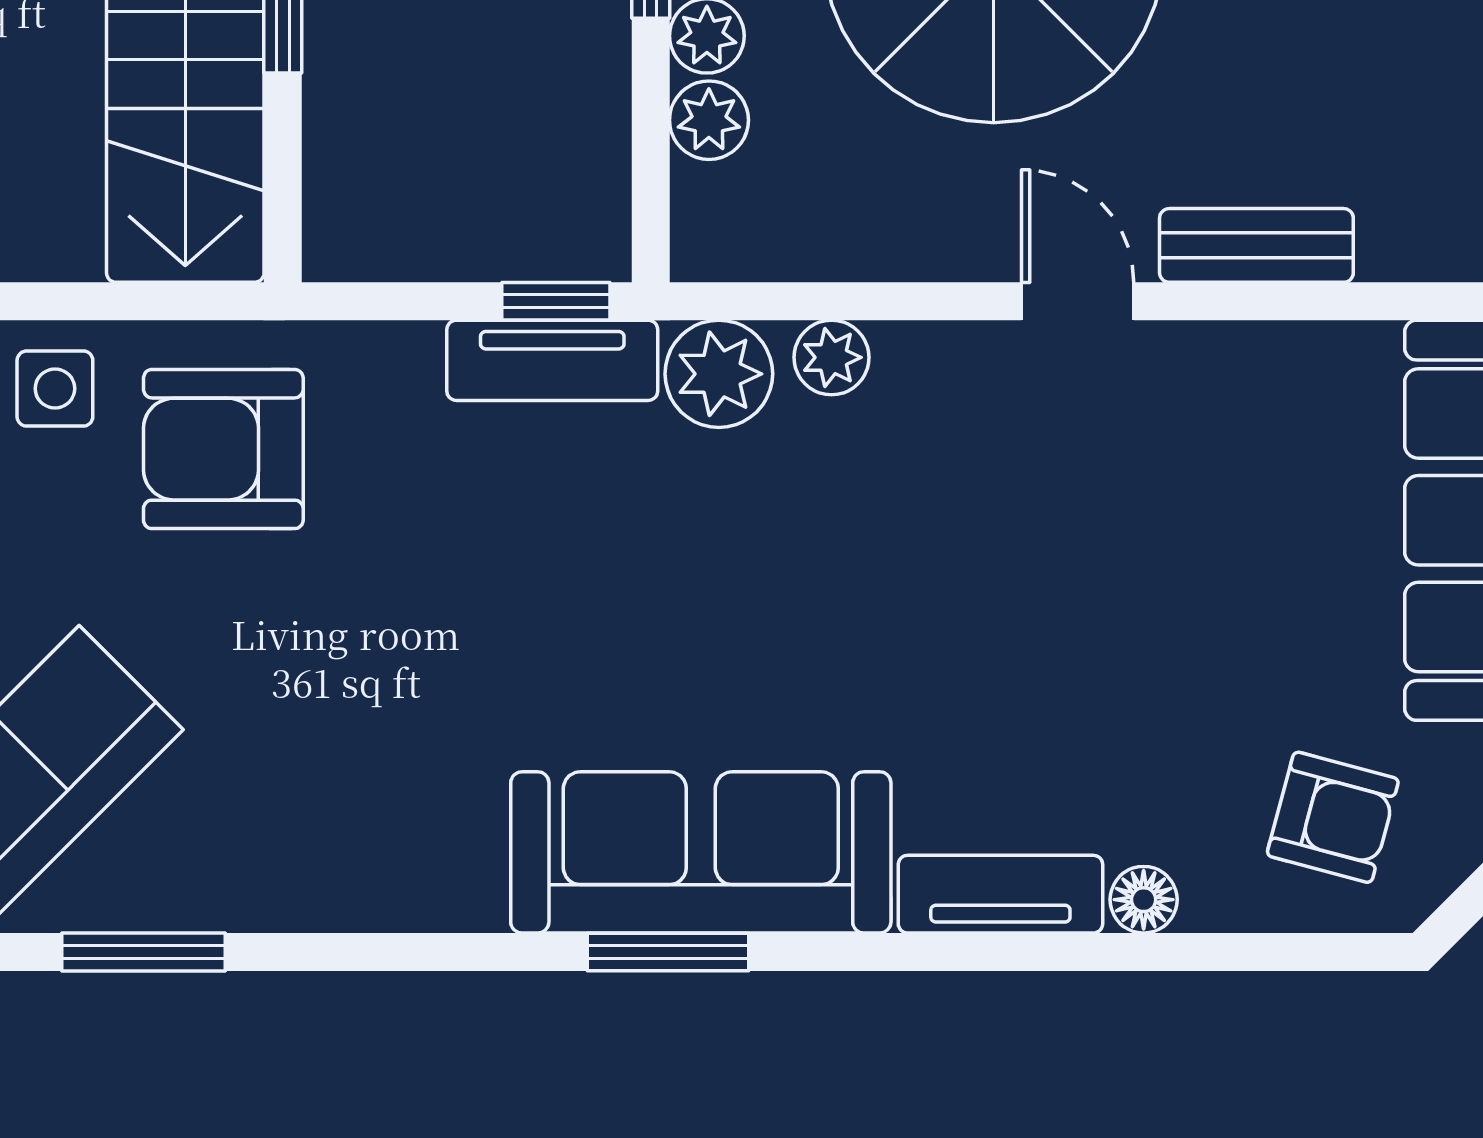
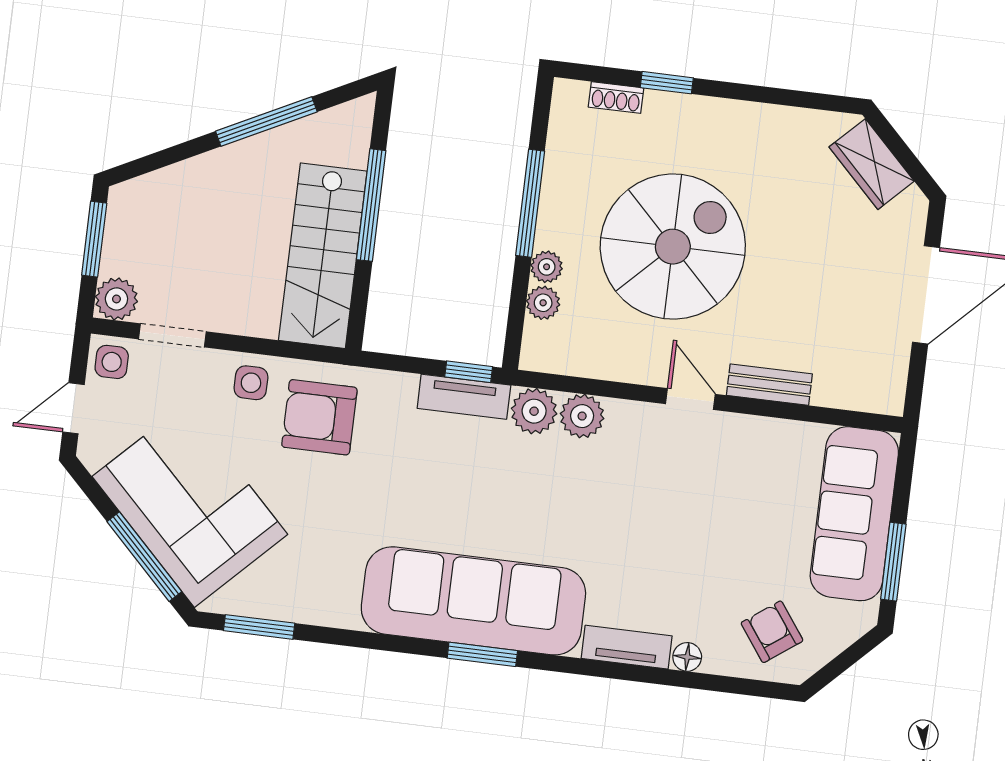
plant: (832, 357) -> (582, 416), width x1.38, depth x1.38
armchair: (1333, 817) -> (772, 632), turned -141
sofa: (701, 852) -> (473, 601), width x1.36, depth x1.27

